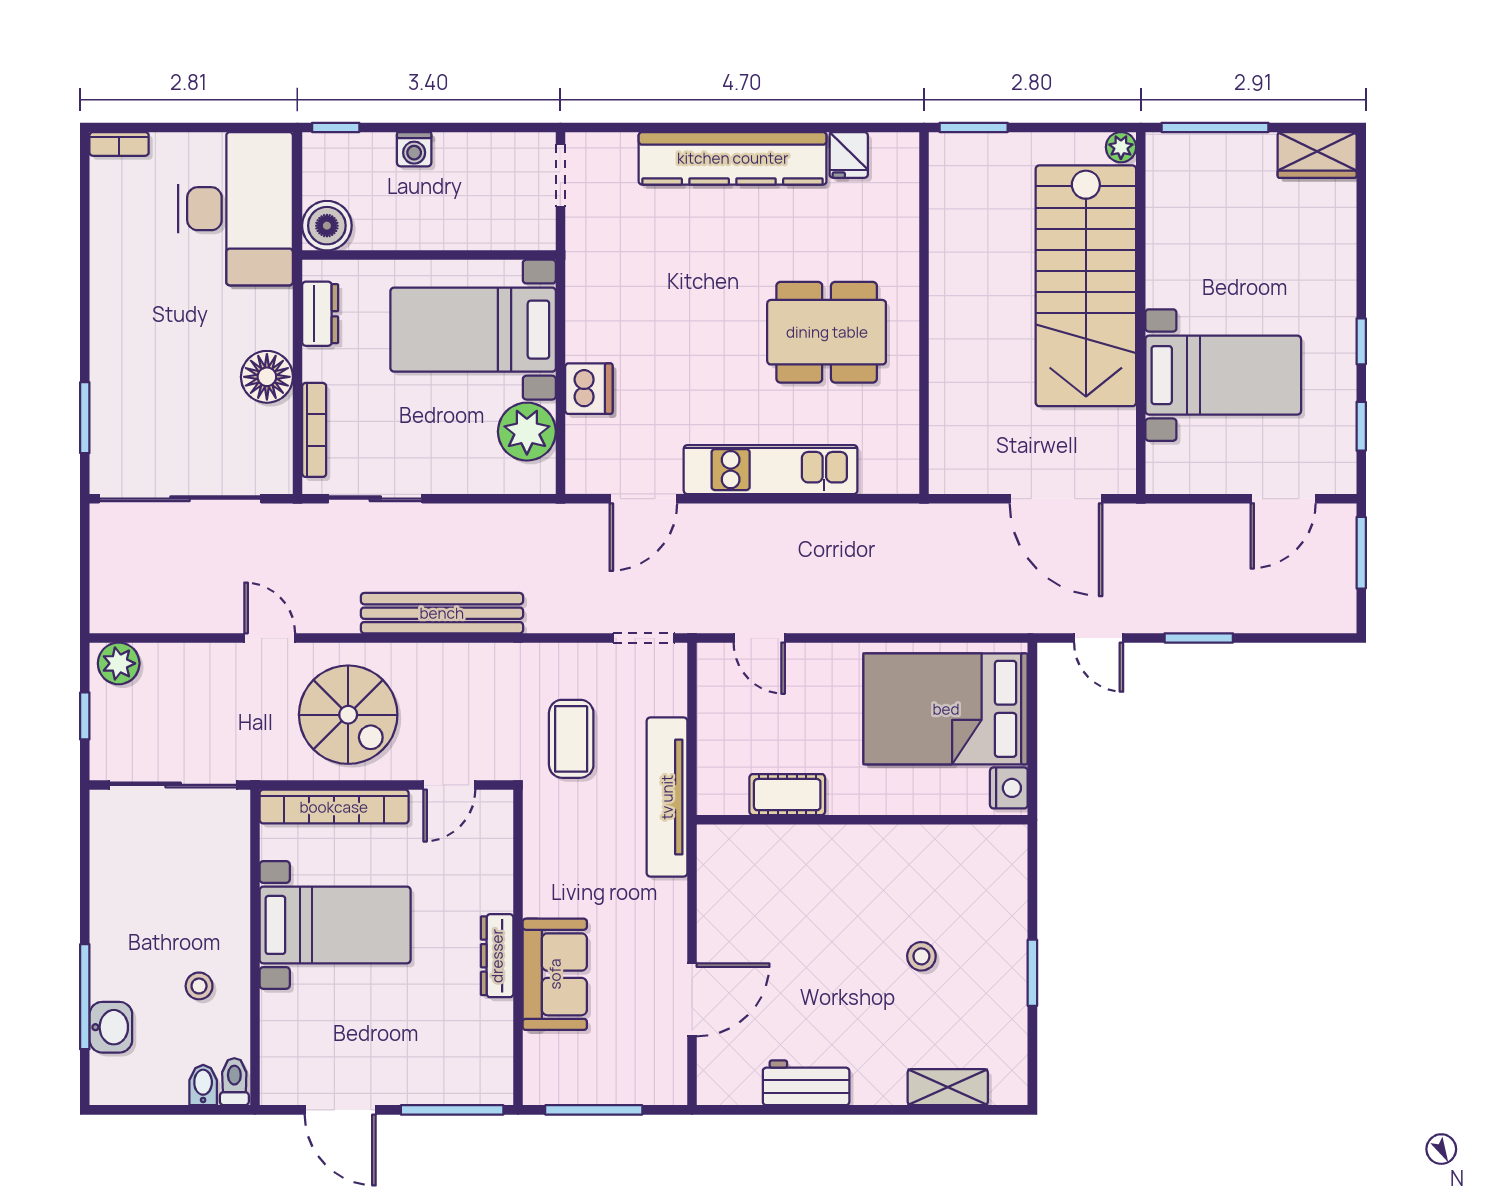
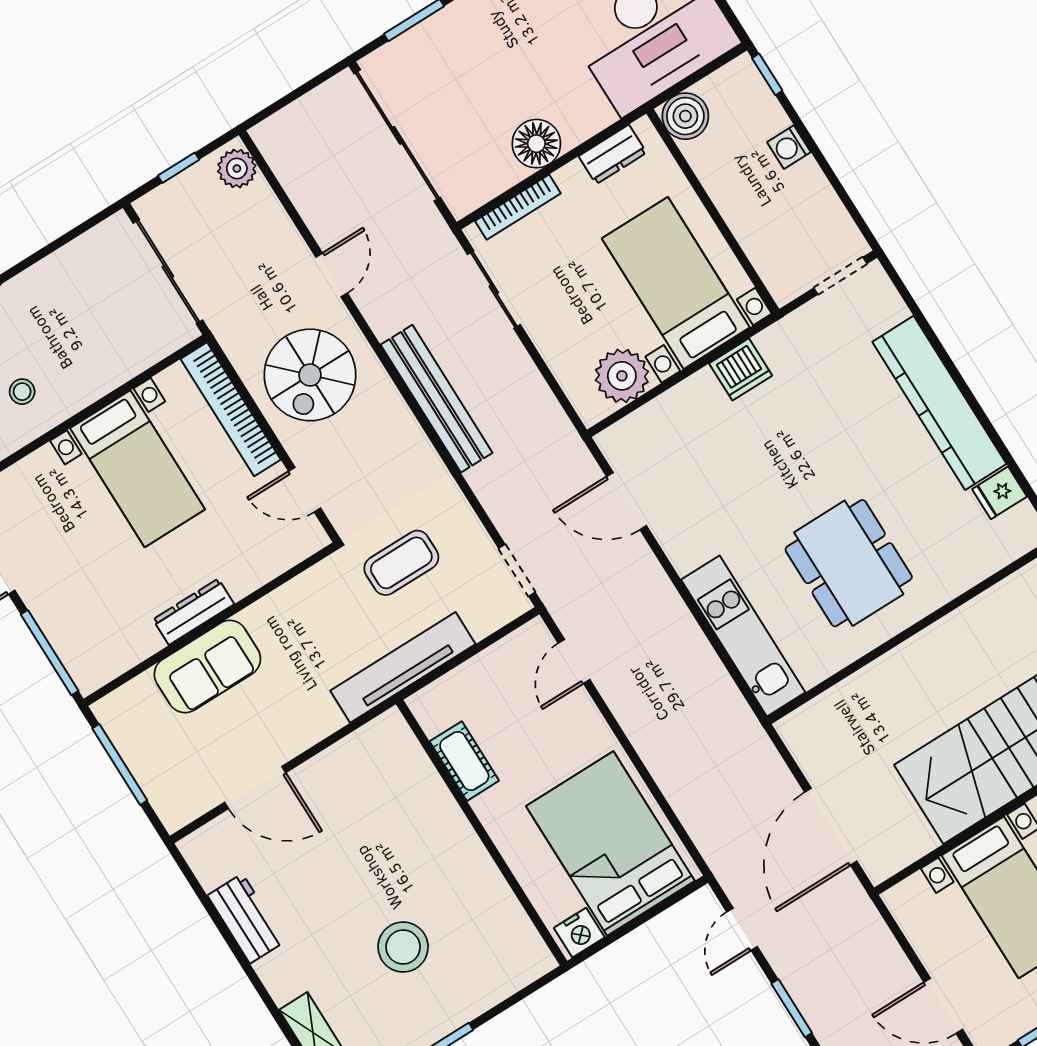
dishwasher: (589, 389) -> (741, 369), moved
kitchen unit: (771, 470) -> (743, 636), moved
stool: (921, 956) -> (403, 947), width x1.89, depth x1.89

